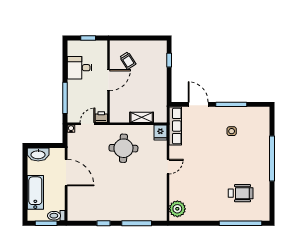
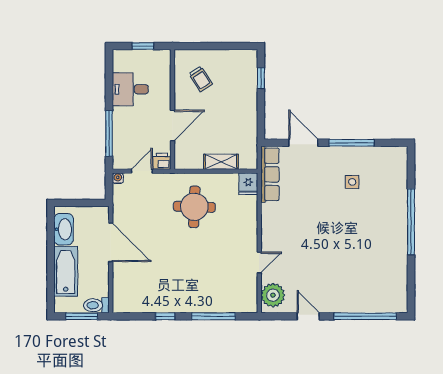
door: (108, 80) -> (172, 125), moved
washbasin: (38, 154) -> (64, 229), moved, turned -90
door: (168, 167) -> (259, 262), moved
wheelchair: (241, 193) -> (365, 272), removed
door: (202, 223) -> (308, 316), added

